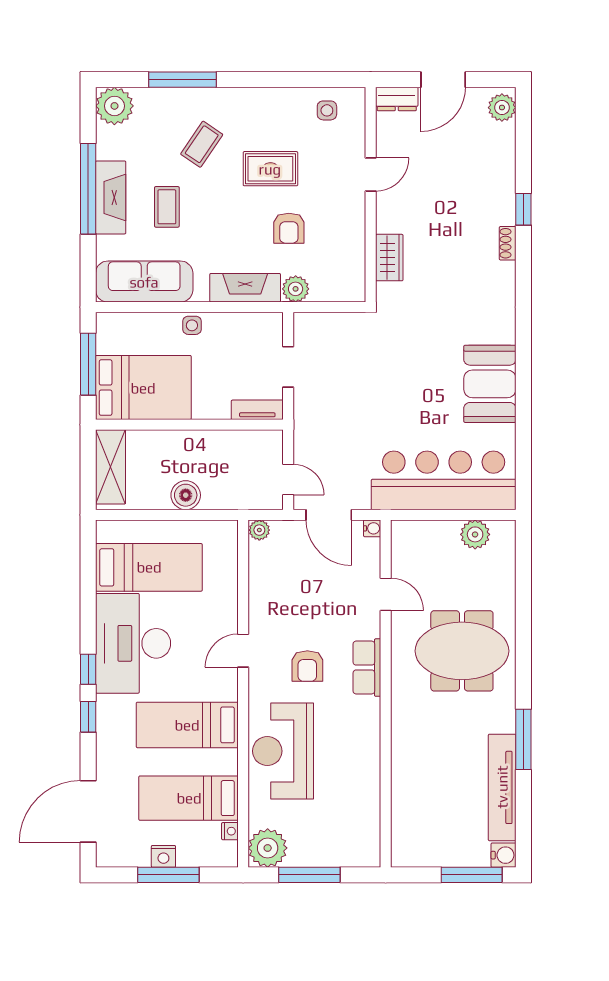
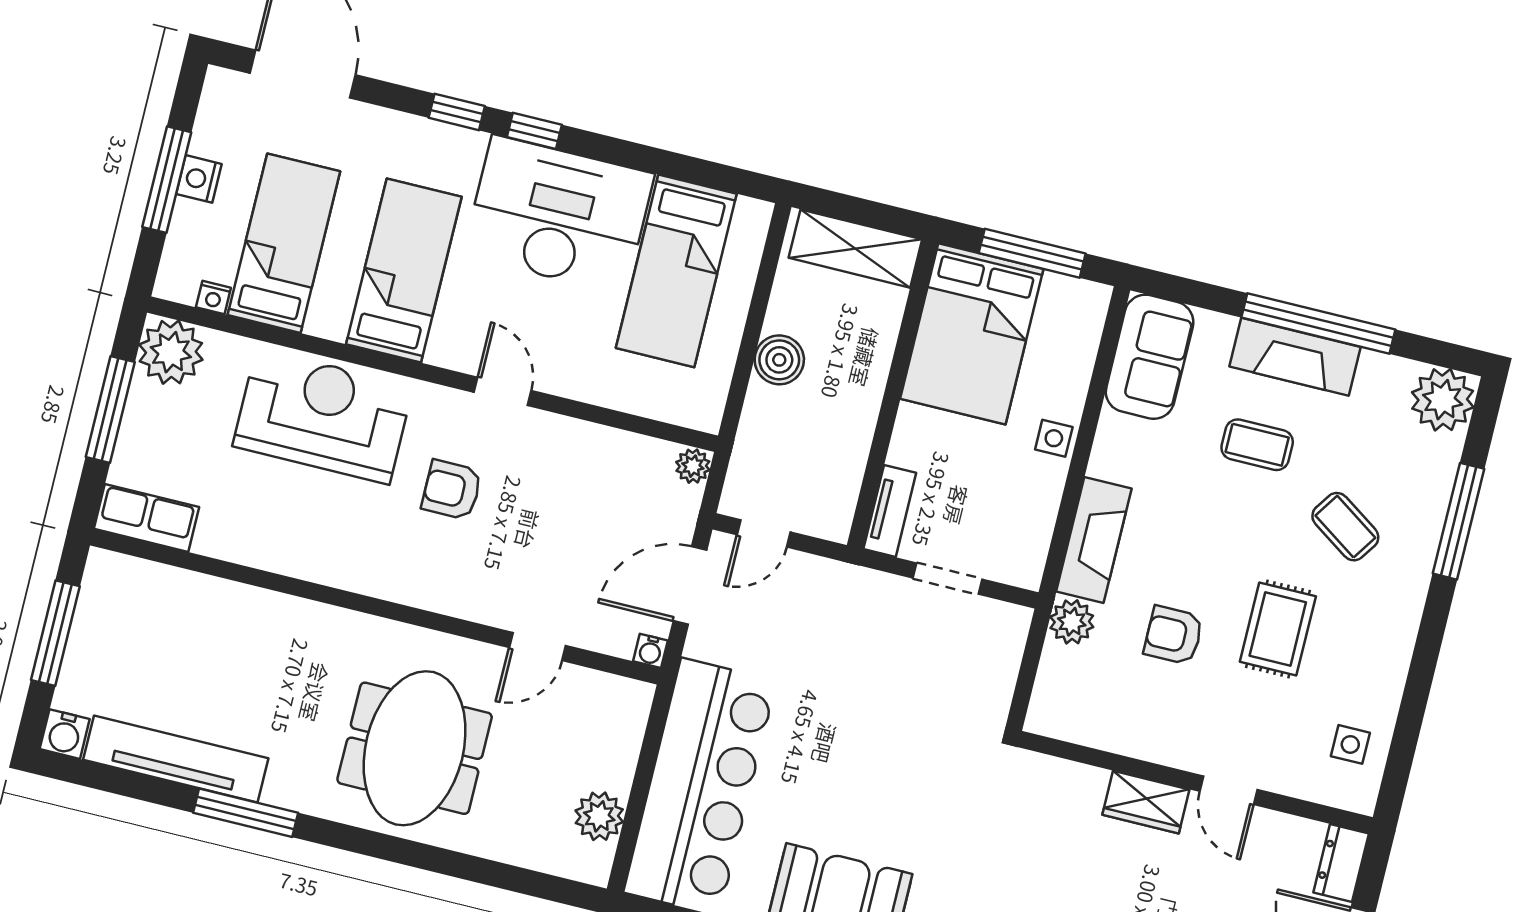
wardrobe: (389, 258) -> (1146, 802), moved
sofa: (144, 282) -> (1150, 357), width x0.73
row of seats: (367, 668) -> (147, 518), moved
window: (472, 875) -> (55, 633), moved

